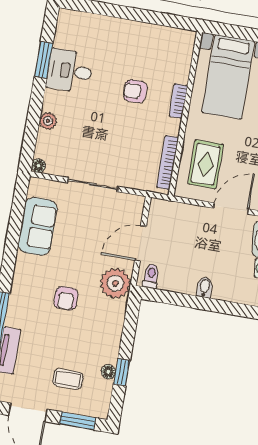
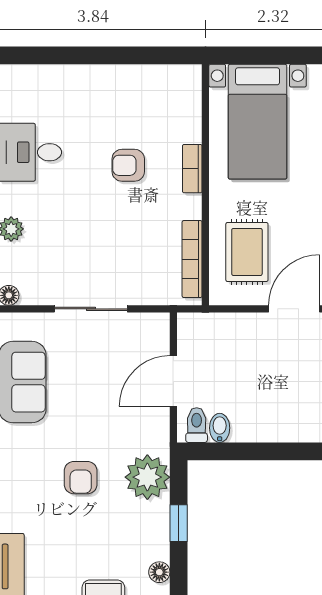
plant: (115, 283) -> (147, 477), moved
bidet: (205, 287) -> (220, 428), moved
window: (122, 372) -> (179, 523), moved

